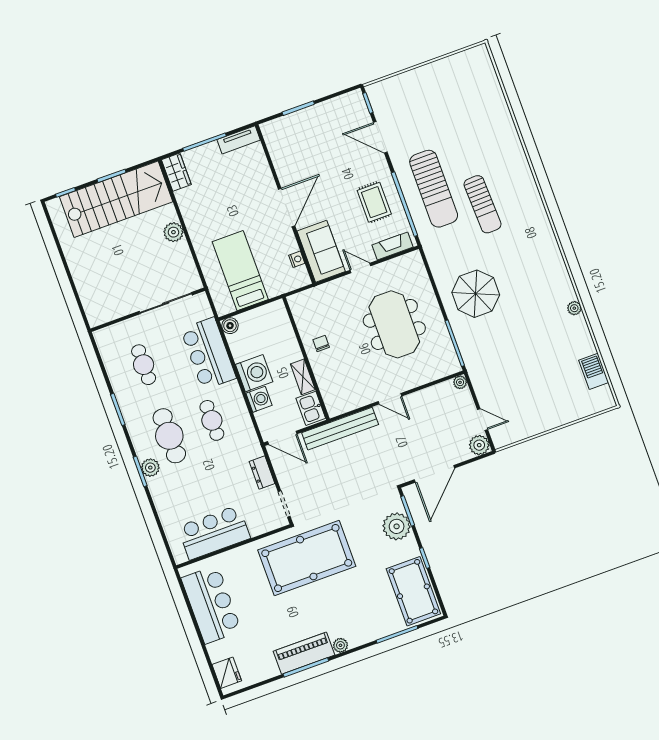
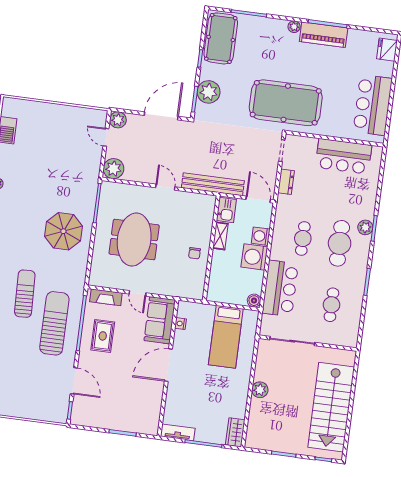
stairs: (116, 199) -> (331, 407), moved, turned -90
plant: (460, 382) -> (114, 169), width x1.88, depth x1.88

